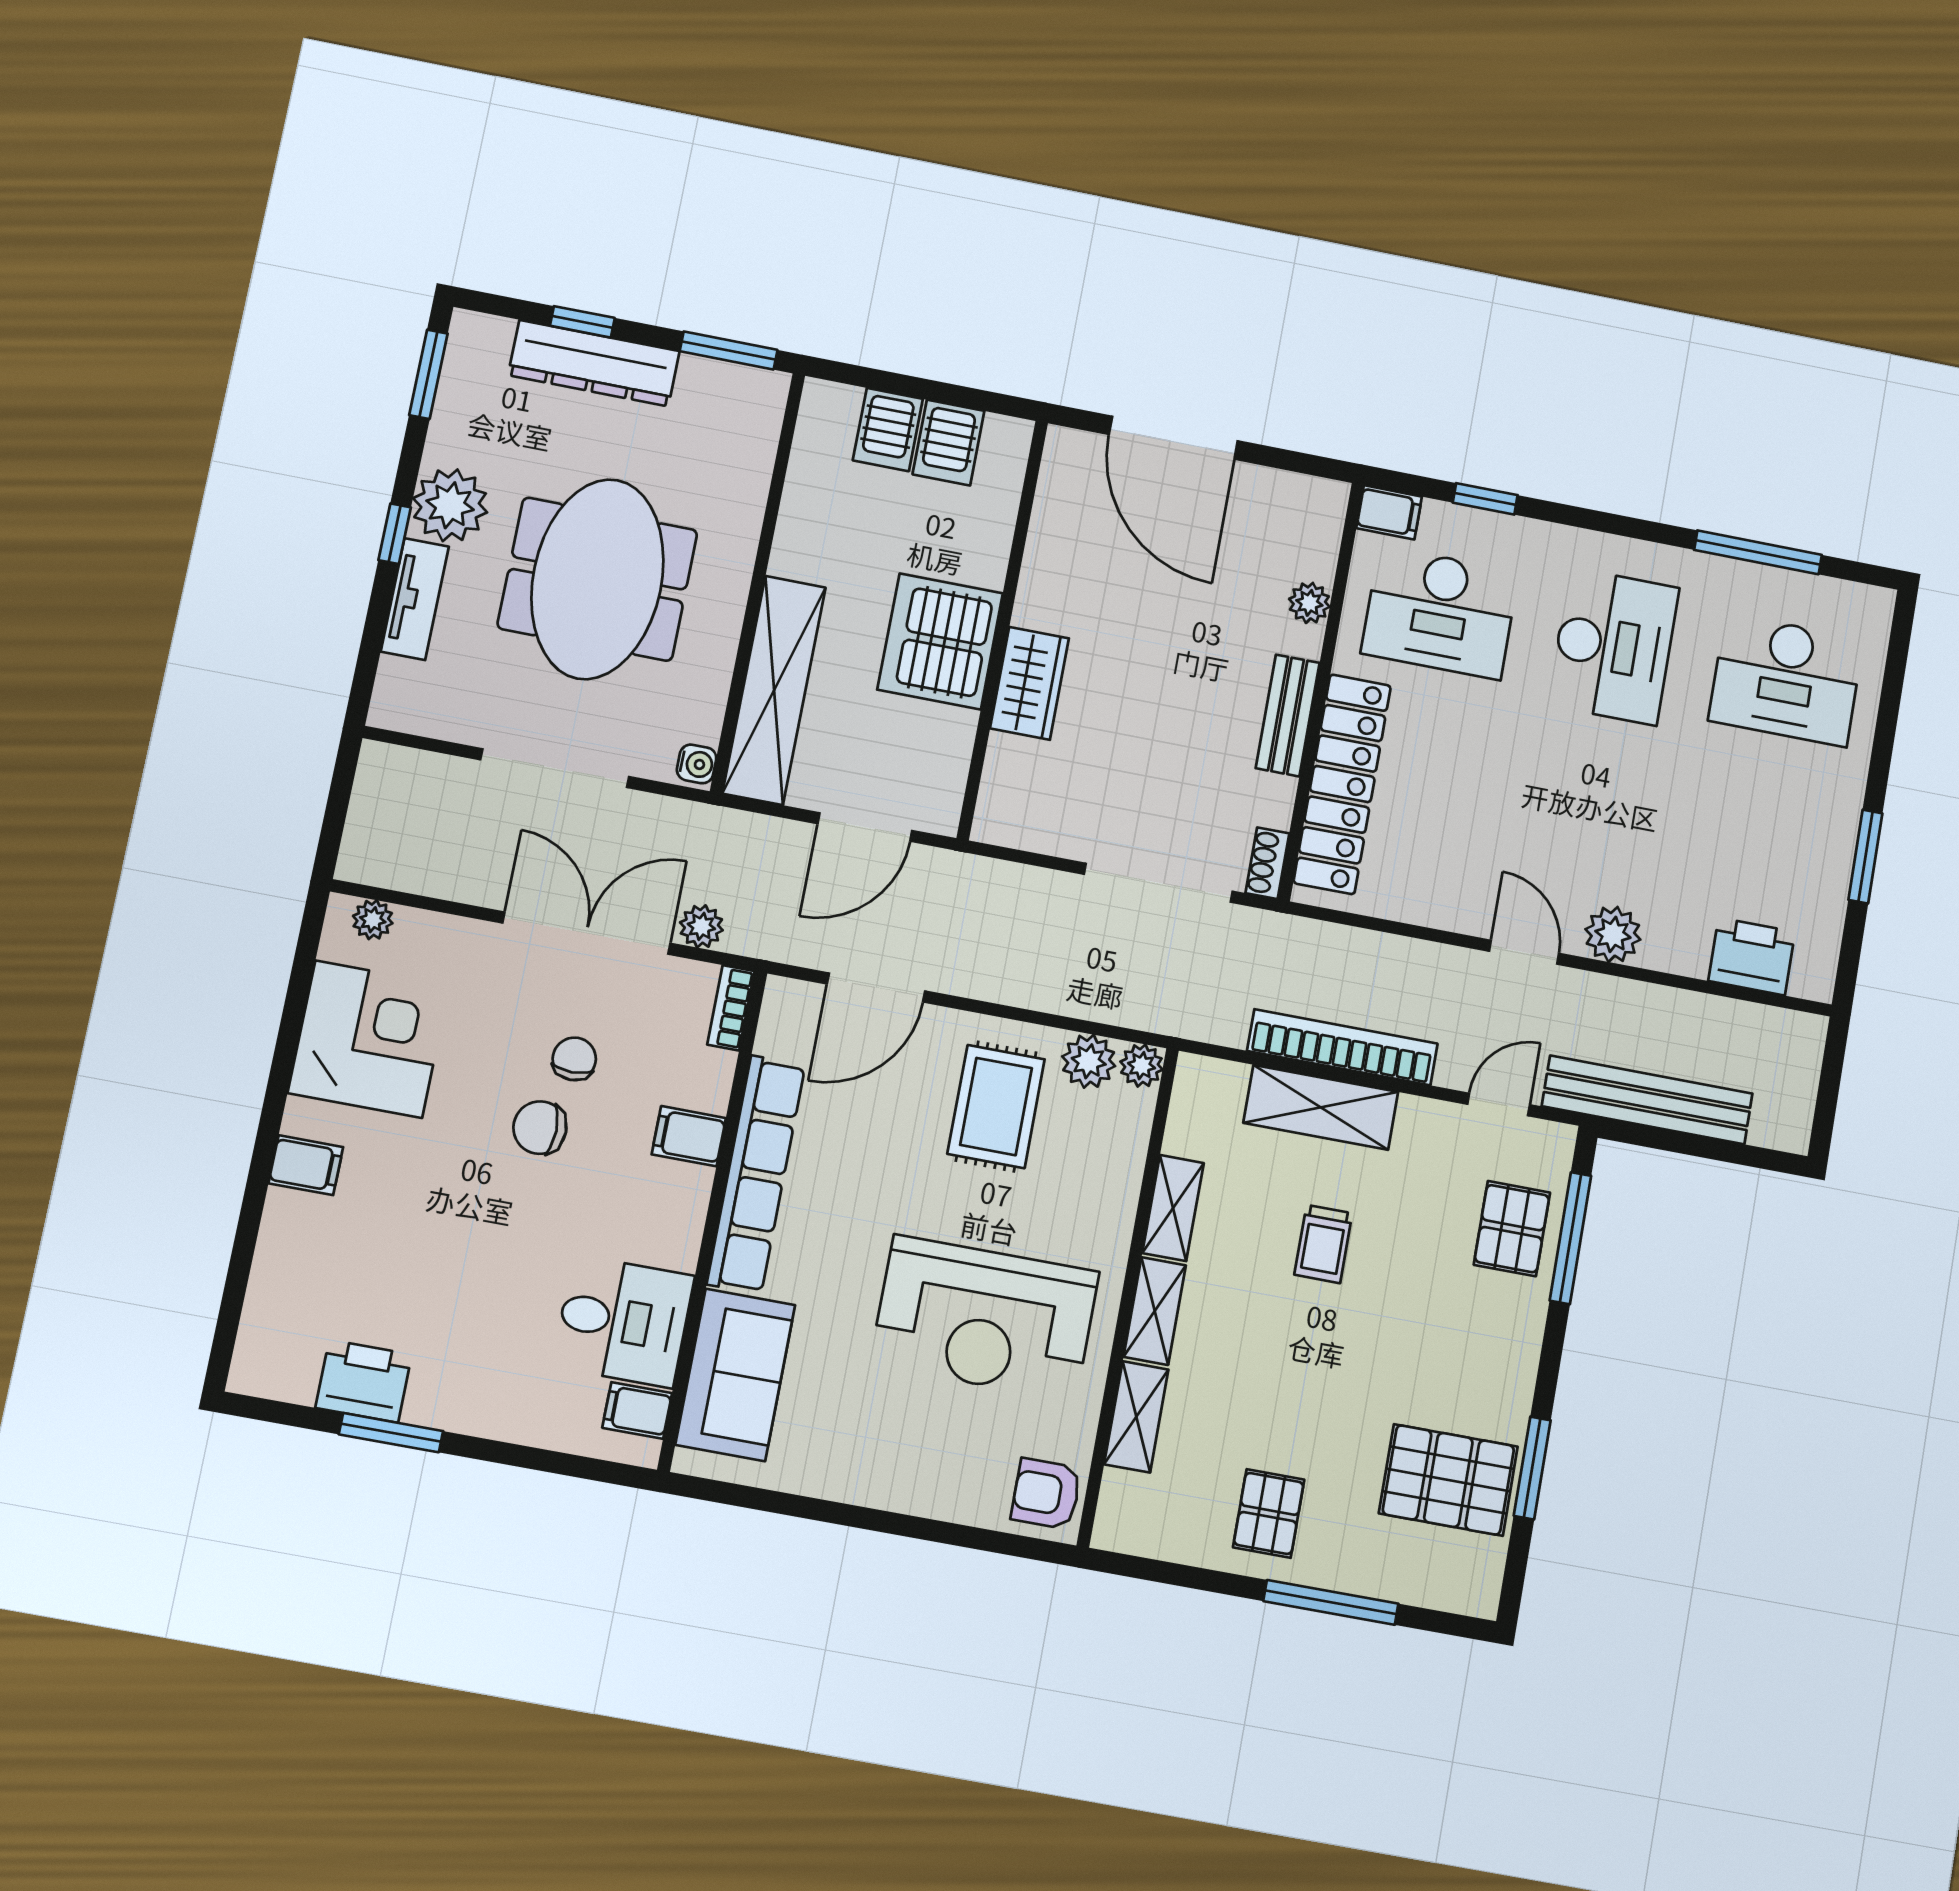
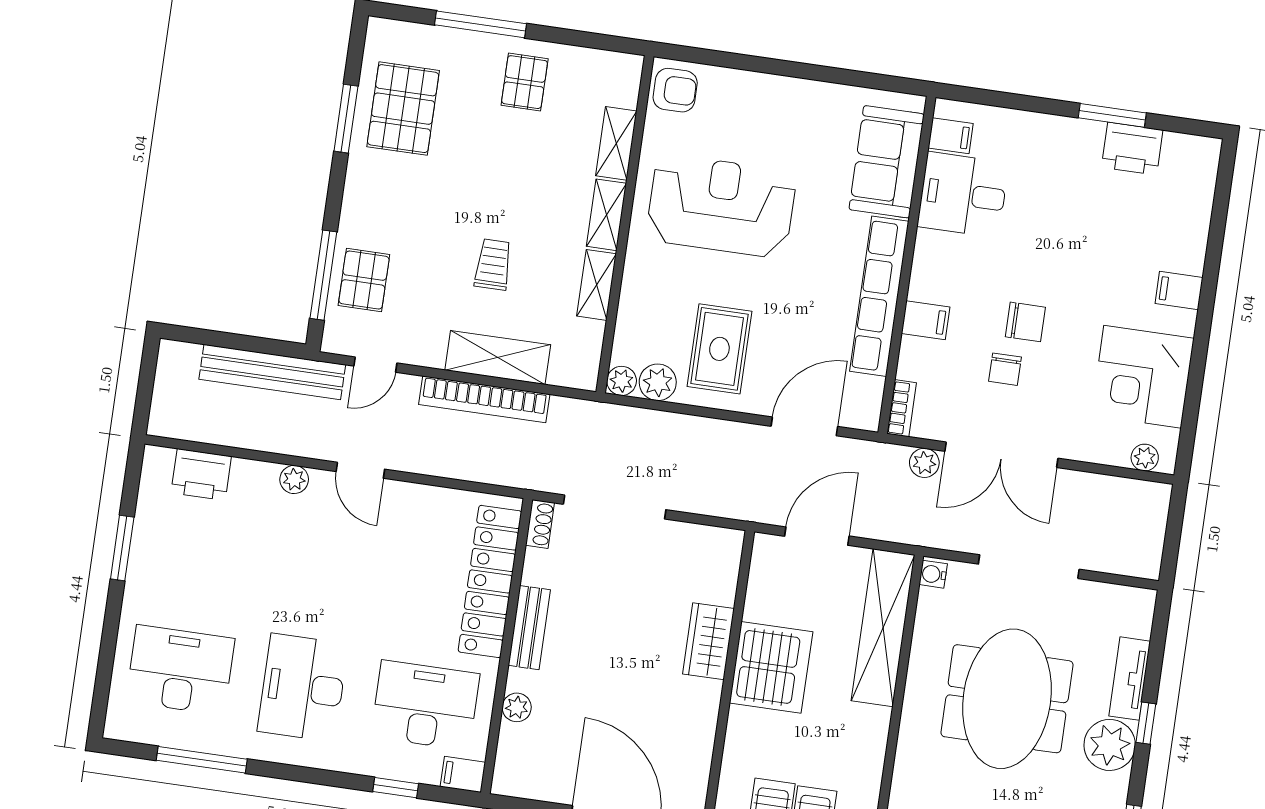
plant: (1613, 934) -> (294, 479), width x0.73, depth x0.73
pallet: (1448, 1480) -> (403, 109), turned 90

